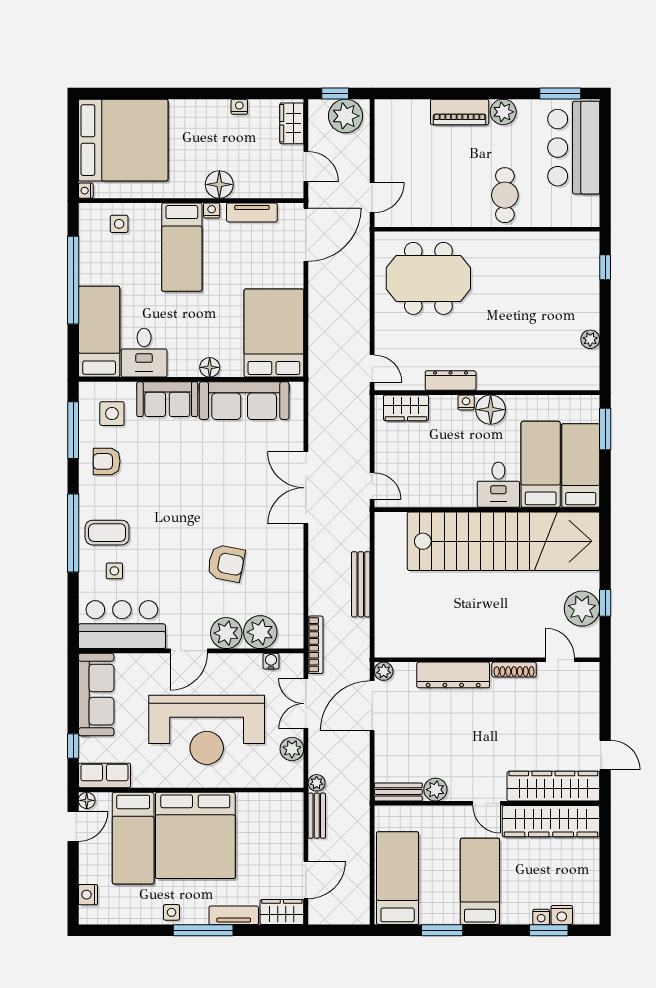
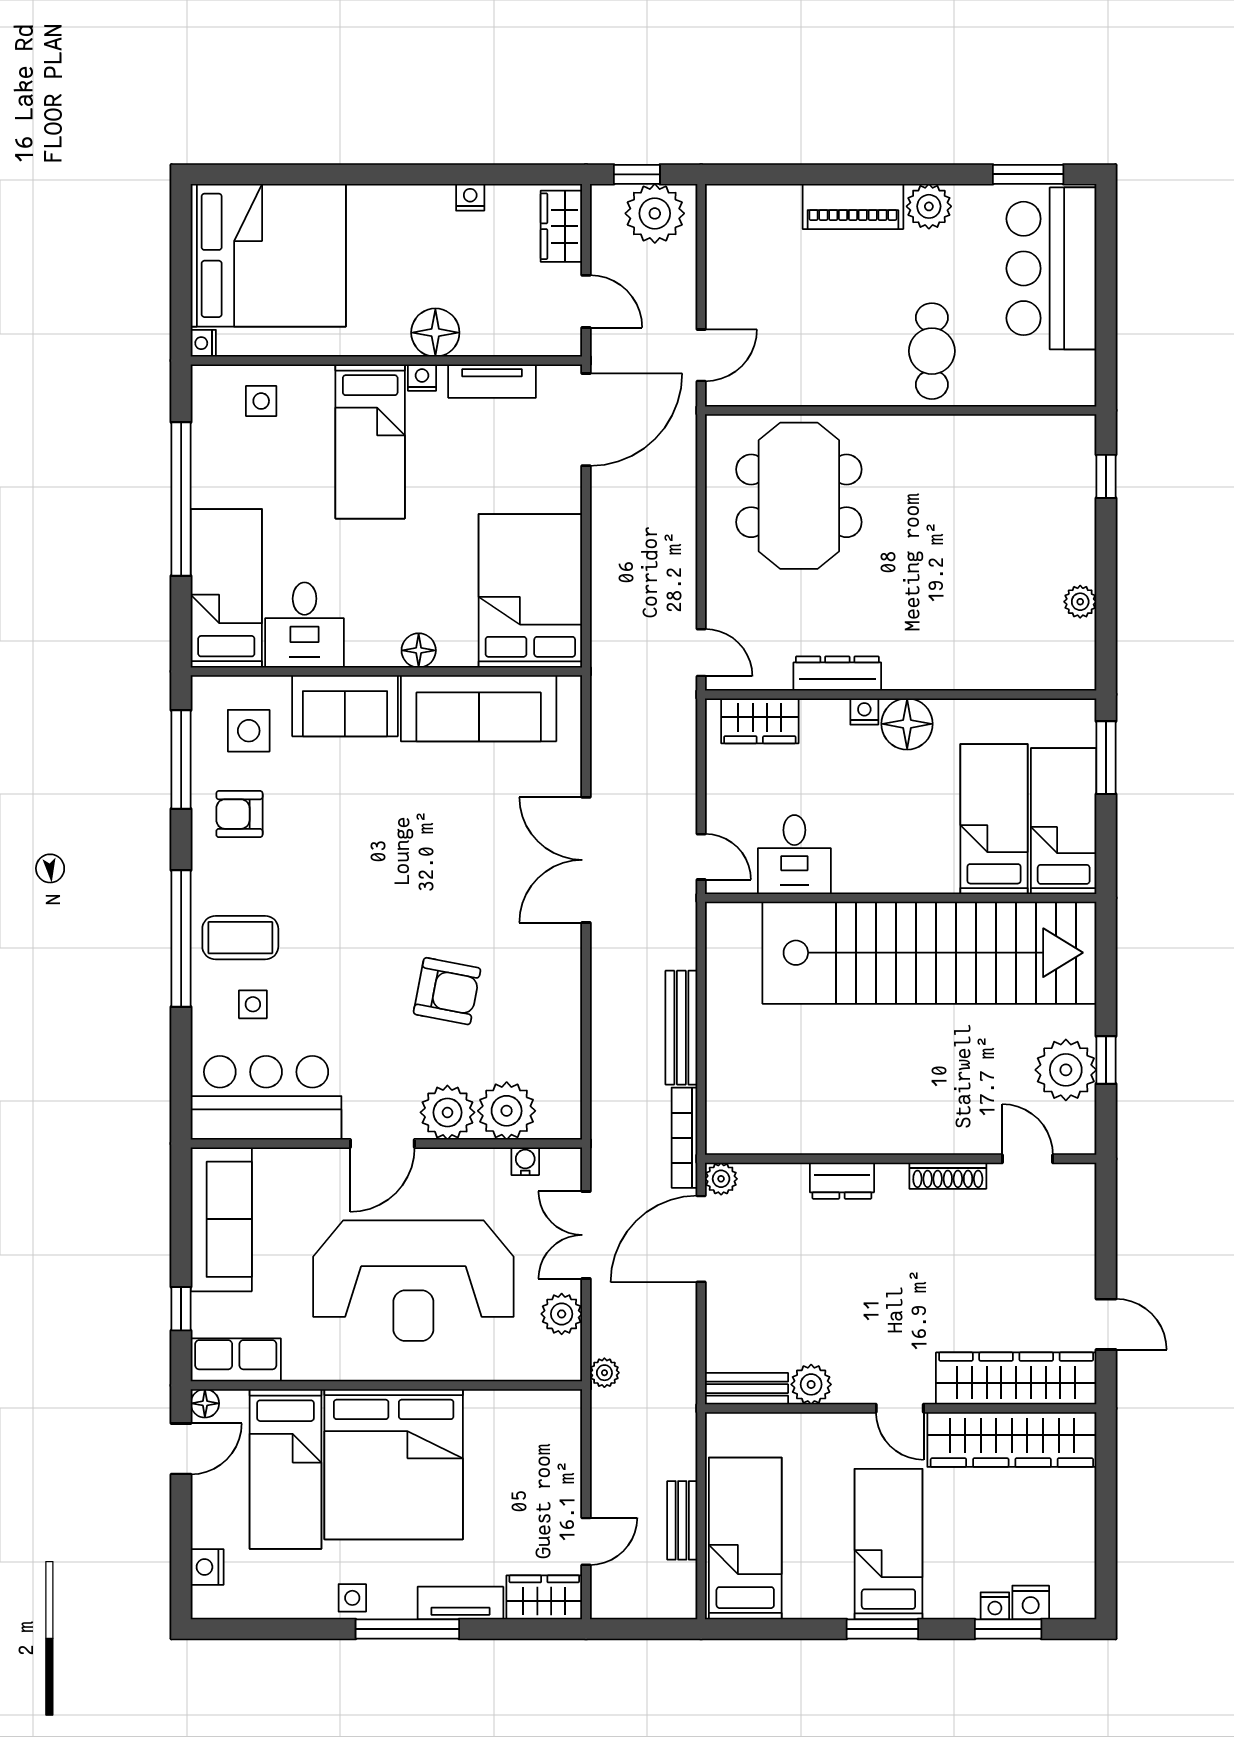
meeting table: (428, 278) -> (799, 496), turned 90
desk: (498, 485) -> (794, 855), moved
bookcase: (316, 645) -> (684, 1138), moved, turned 180
dresser: (453, 675) -> (842, 1181), width x0.51, depth x0.80
bench: (317, 816) -> (682, 1520), moved
door: (306, 880) -> (586, 1541), width x0.73
window: (442, 930) -> (882, 1629), moved

